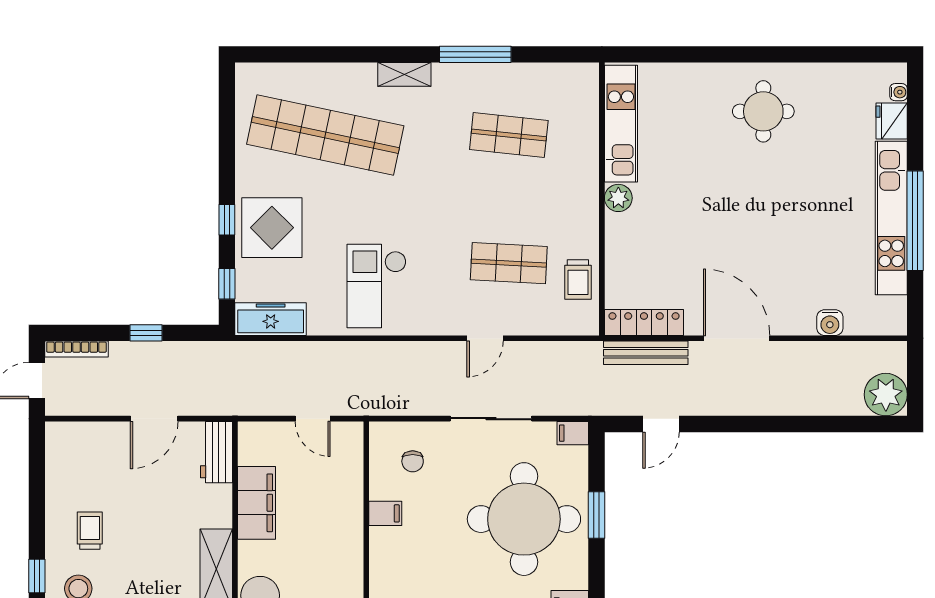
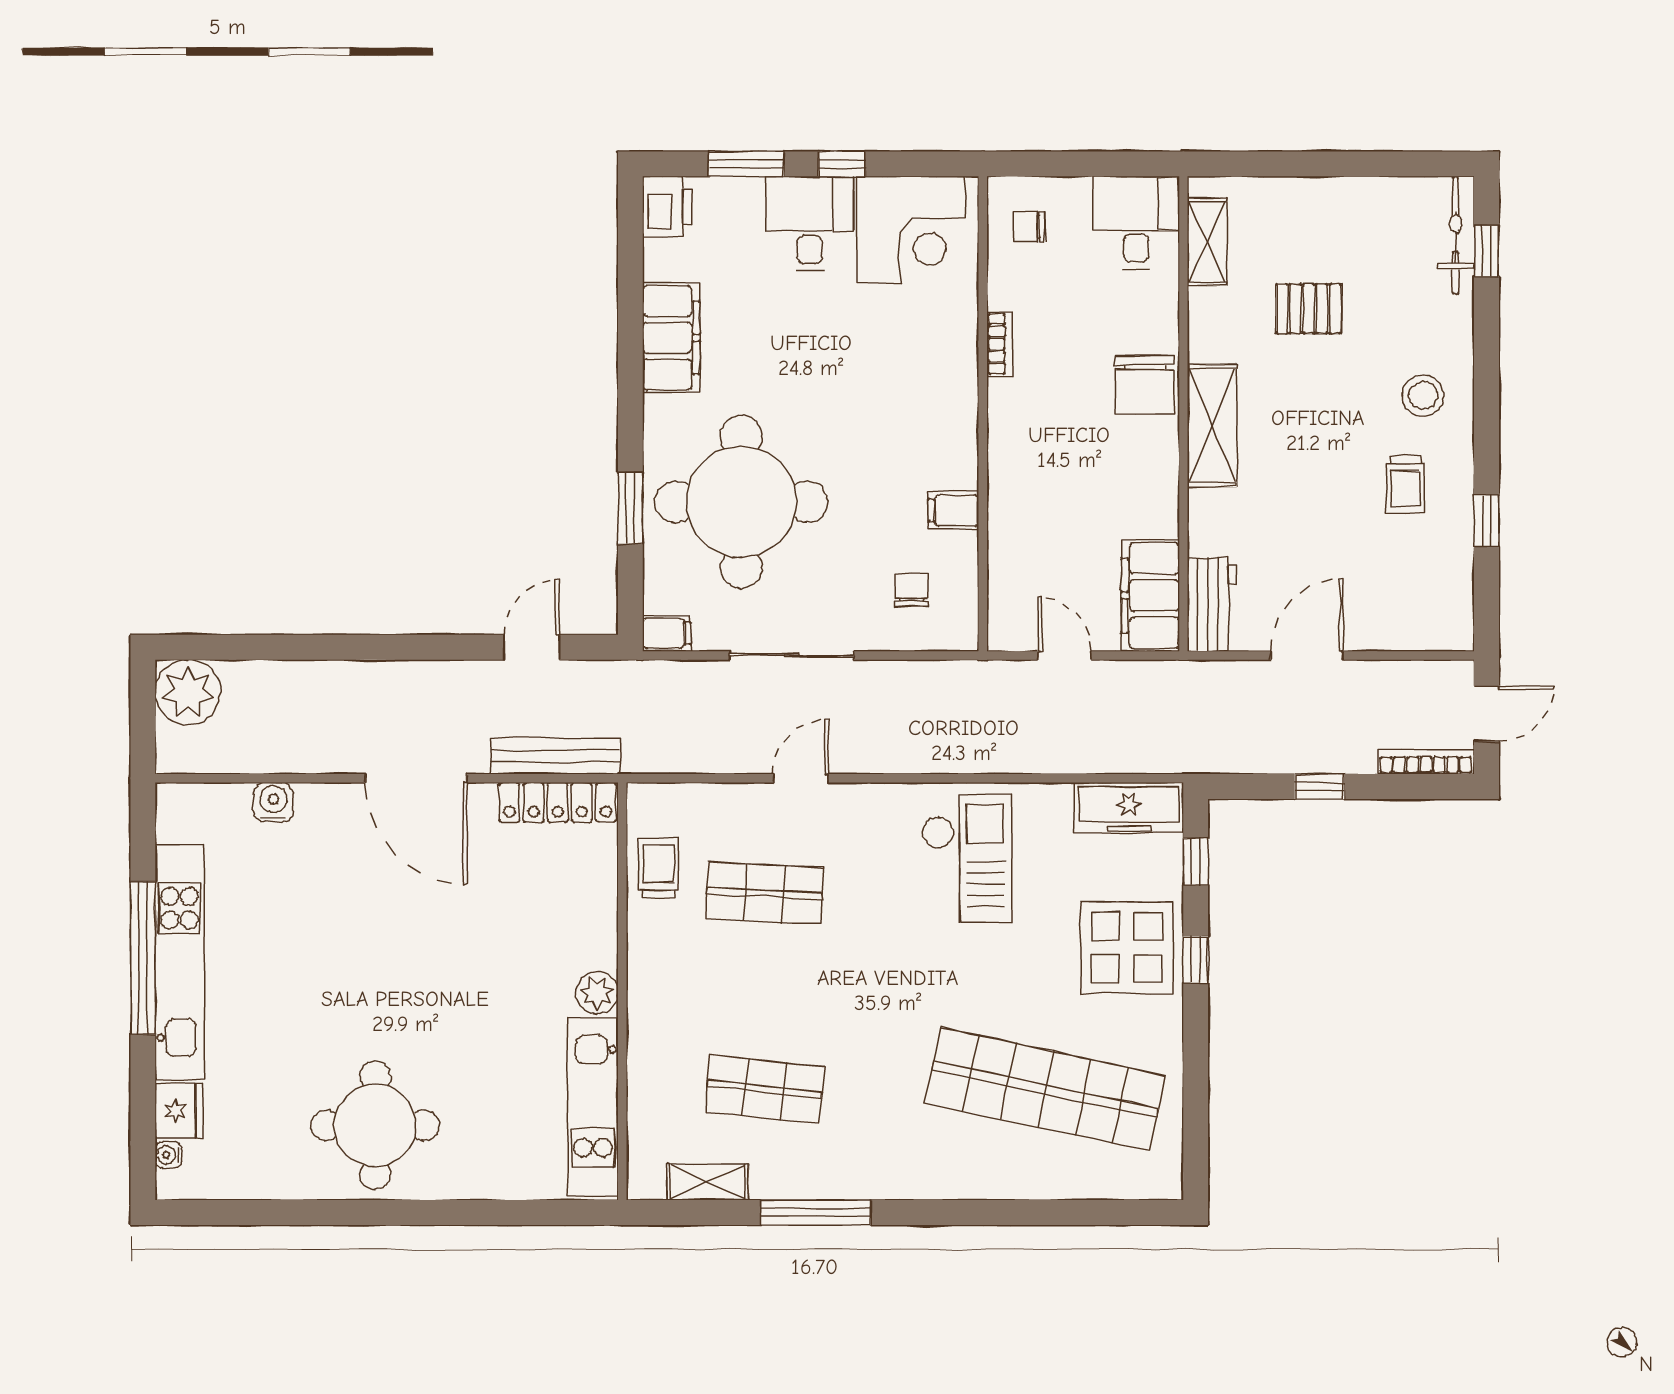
shelving: (404, 74) -> (708, 1182), moved
round table: (763, 111) -> (375, 1125), width x1.36, depth x1.36
filing cabinet: (257, 503) -> (1150, 596), moved
window: (37, 576) -> (1487, 521), moved

